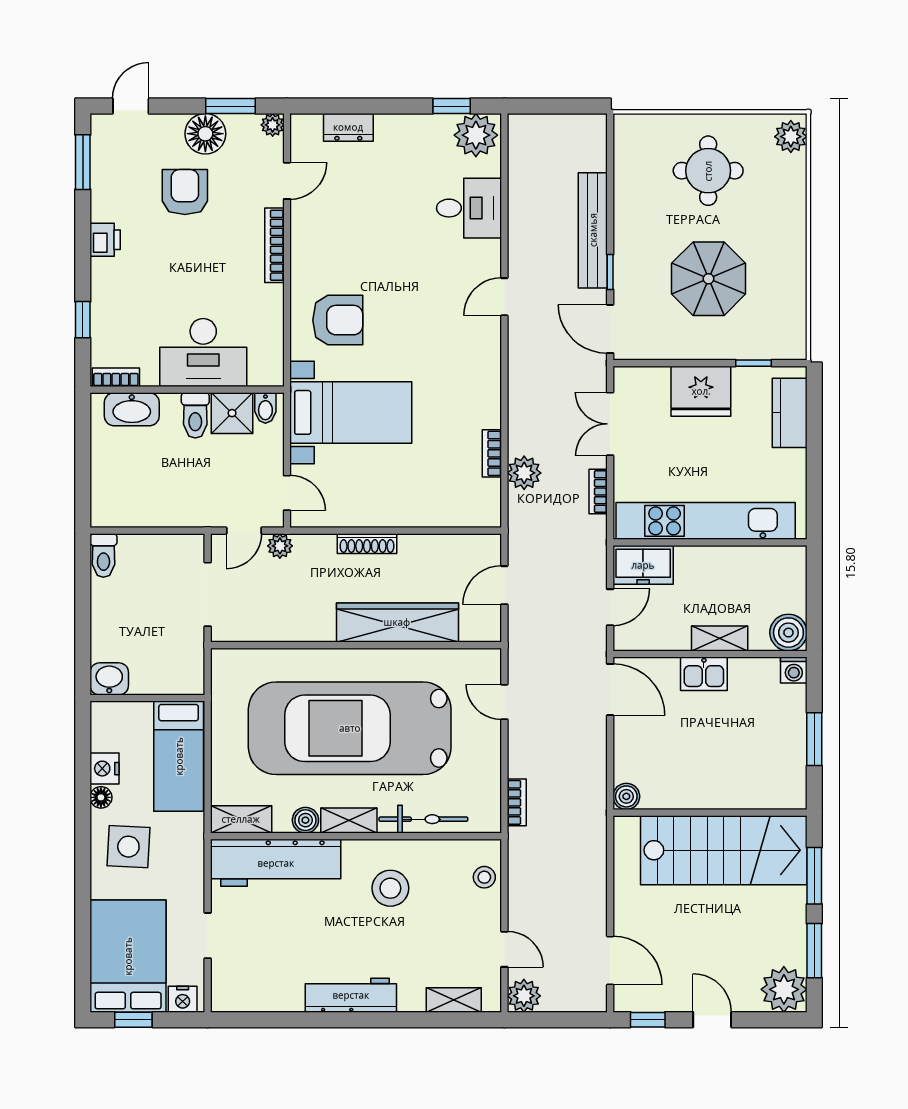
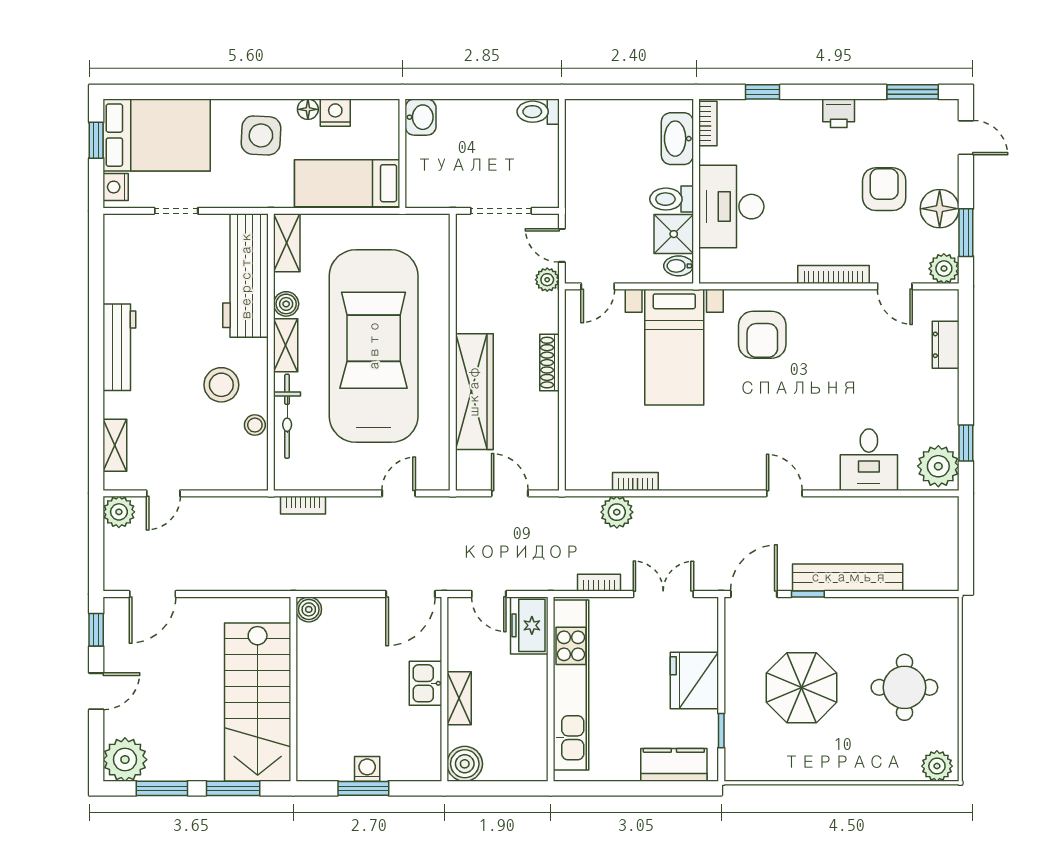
plant: (273, 125) -> (944, 269), width x1.38, depth x1.38
armchair: (185, 192) -> (884, 189), turned -90
washing machine: (794, 670) -> (367, 769), moved, turned 90
stool: (484, 877) -> (255, 425), moved

